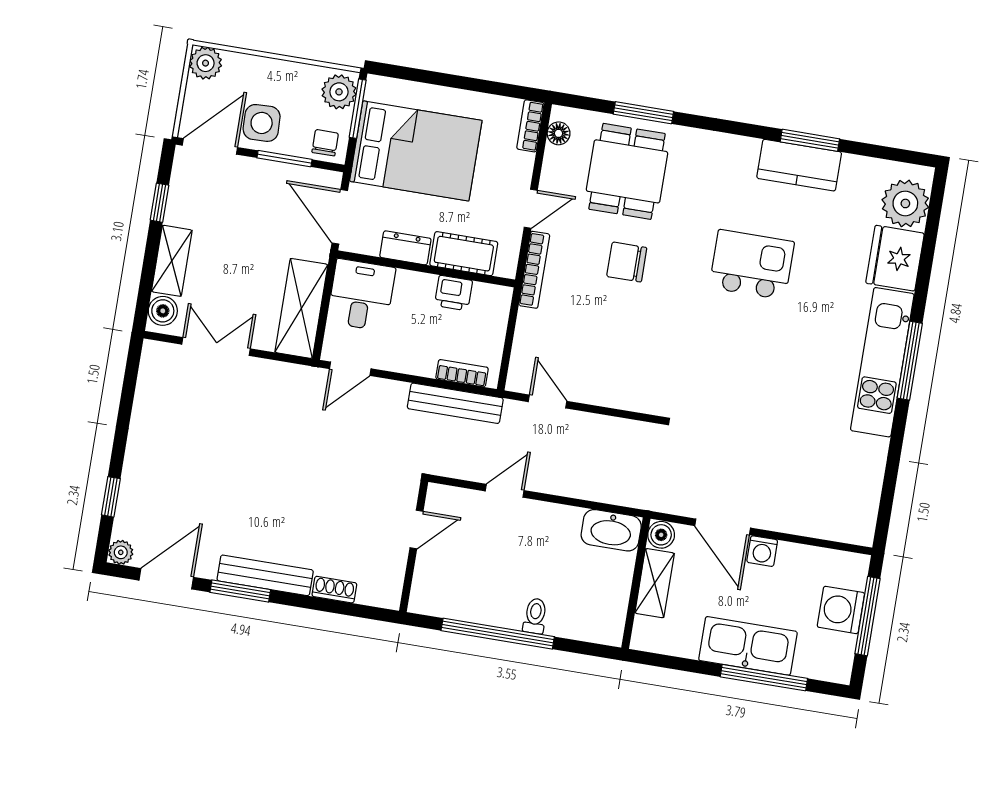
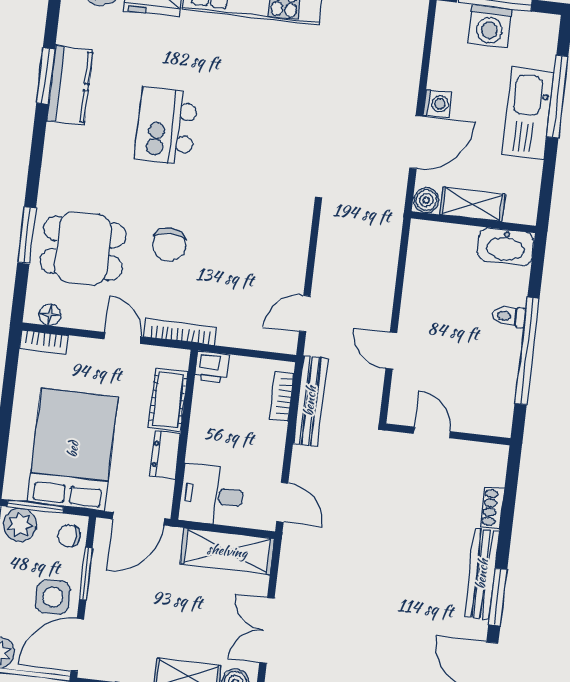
door: (210, 146) -> (77, 645), hinge flipped
printer: (454, 293) -> (212, 367), moved, turned 90
washbasin: (611, 530) -> (506, 247), moved, turned 90

